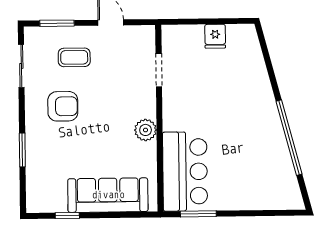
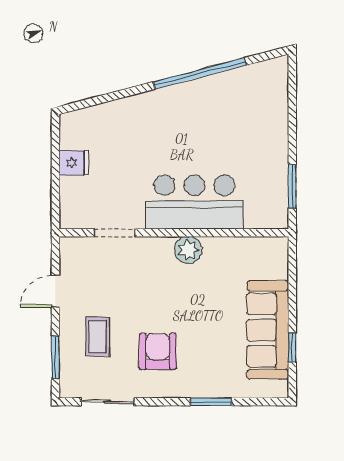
bar counter: (185, 171) -> (194, 202), moved
sofa: (108, 195) -> (268, 330), moved

